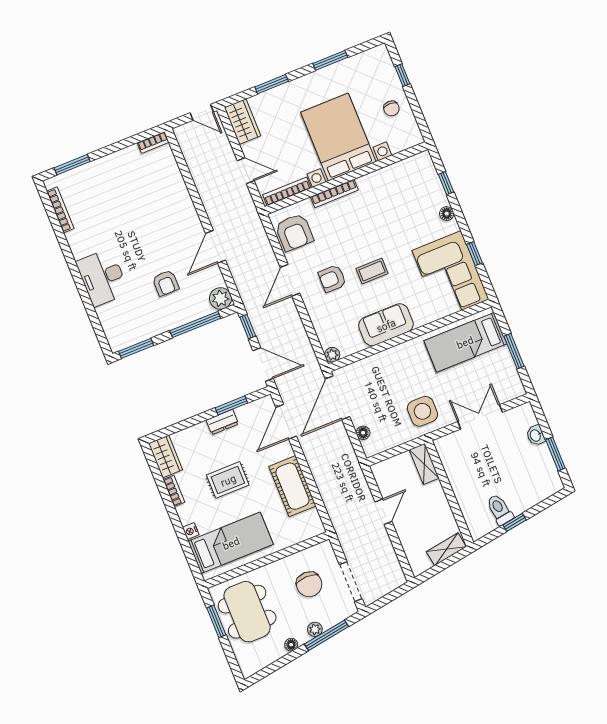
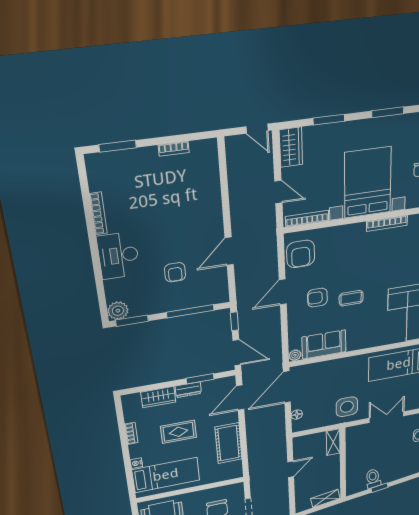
bookcase: (153, 143) -> (174, 149), moved
bookcase: (334, 193) -> (387, 223), moved
bookcase: (60, 210) -> (98, 214), moved
plant: (220, 298) -> (118, 311), moved
sofa: (386, 325) -> (324, 344), moved
wardrobe: (166, 457) -> (158, 397), moved, turned 90

